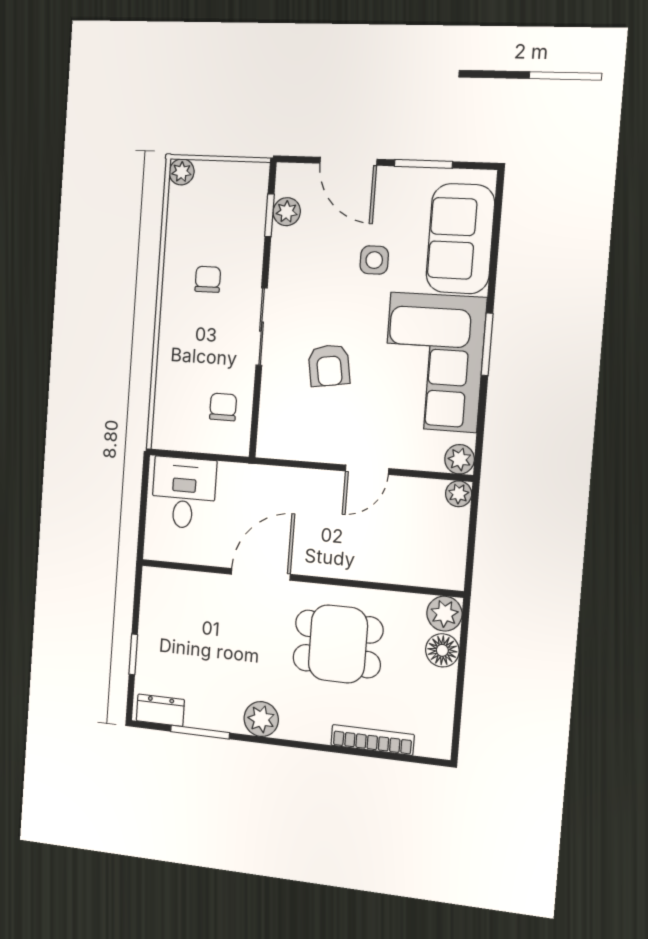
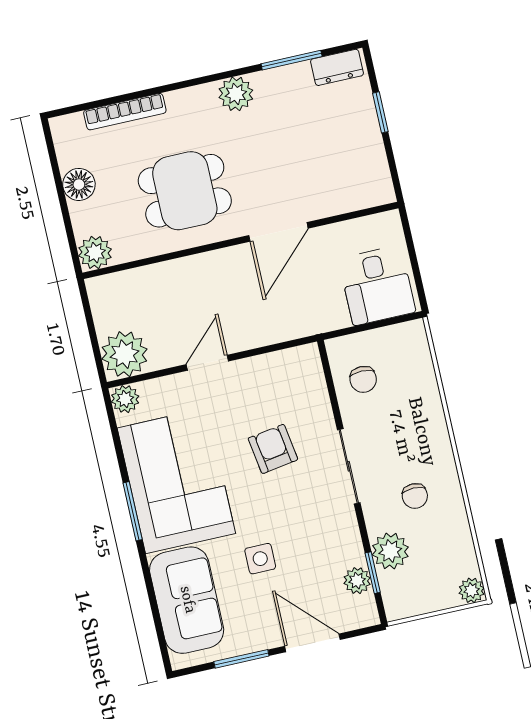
plant: (247, 232) -> (390, 551), added
plant: (459, 494) -> (124, 354), width x1.88, depth x1.88
floor lamp: (442, 650) -> (79, 184), moved

